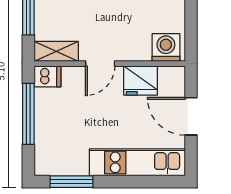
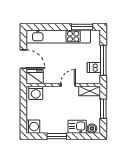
dishwasher: (47, 76) -> (94, 67), moved
fridge: (141, 81) -> (35, 77), moved
kitchen unit: (137, 162) -> (58, 36), width x1.36

